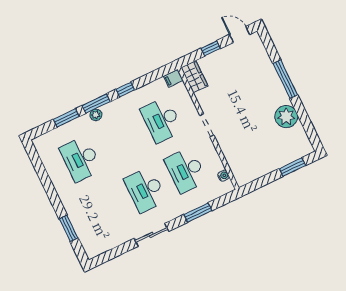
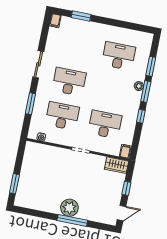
plant: (286, 117) -> (69, 208), moved
filing cabinet: (93, 251) -> (55, 21), added

